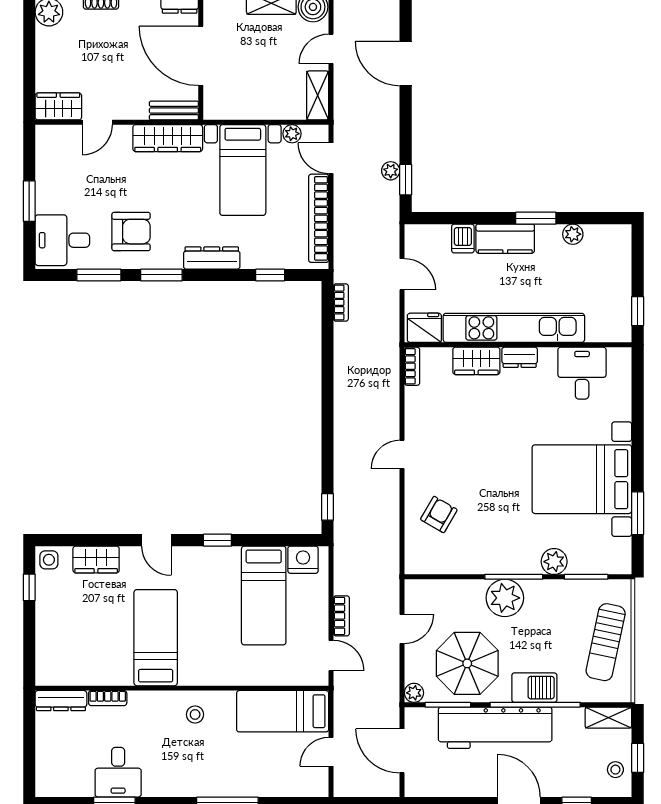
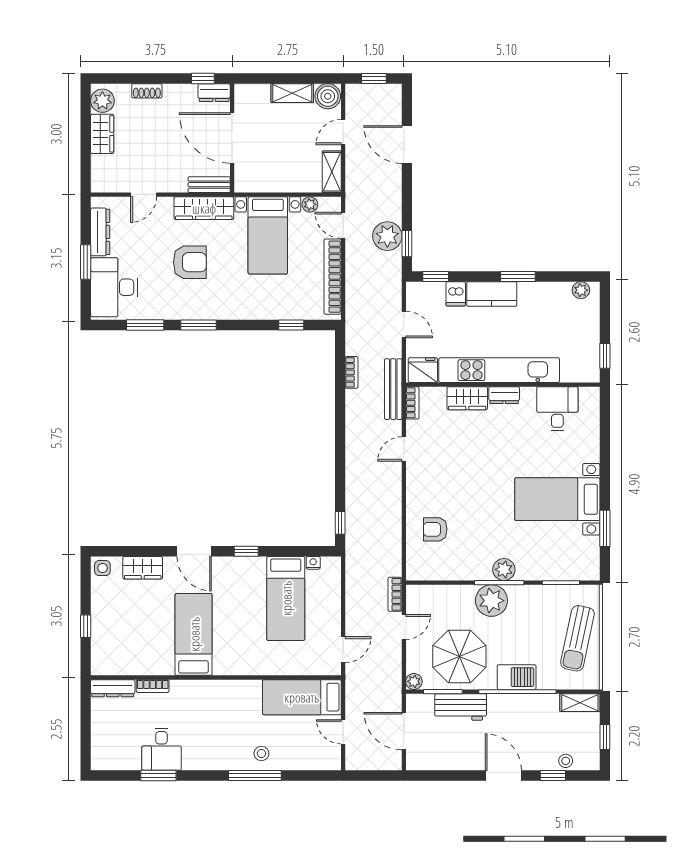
wardrobe: (58, 106) -> (102, 134), moved, turned 90
plant: (391, 171) -> (387, 236), width x1.87, depth x1.87
window: (439, 218) -> (436, 276), added
armchair: (131, 232) -> (190, 262), moved
plant: (573, 234) -> (581, 290), moved
desk: (62, 240) -> (114, 287), width x1.37
dresser: (212, 258) -> (100, 232), moved, turned 90
bookcase: (341, 302) -> (352, 372), moved
bench: (390, 350) -> (393, 389), added
door: (402, 454) -> (404, 449), moved
bed with nightstands: (582, 479) -> (557, 499), width x0.73
armchair: (439, 514) -> (435, 529), turned -120
door: (156, 540) -> (194, 551), width x1.38
nightstand: (303, 560) -> (313, 563), width x0.53, depth x0.56
plant: (554, 562) -> (504, 569), moved
window: (29, 587) -> (86, 626), moved
bookcase: (341, 616) -> (395, 594), moved, turned 180
door: (331, 656) -> (343, 650), hinge flipped
stool: (195, 714) -> (261, 753), moved
workbench: (495, 728) -> (461, 707), width x0.53, depth x0.76
door: (331, 752) -> (343, 732), hinge flipped
stool: (615, 770) -> (566, 761), moved

